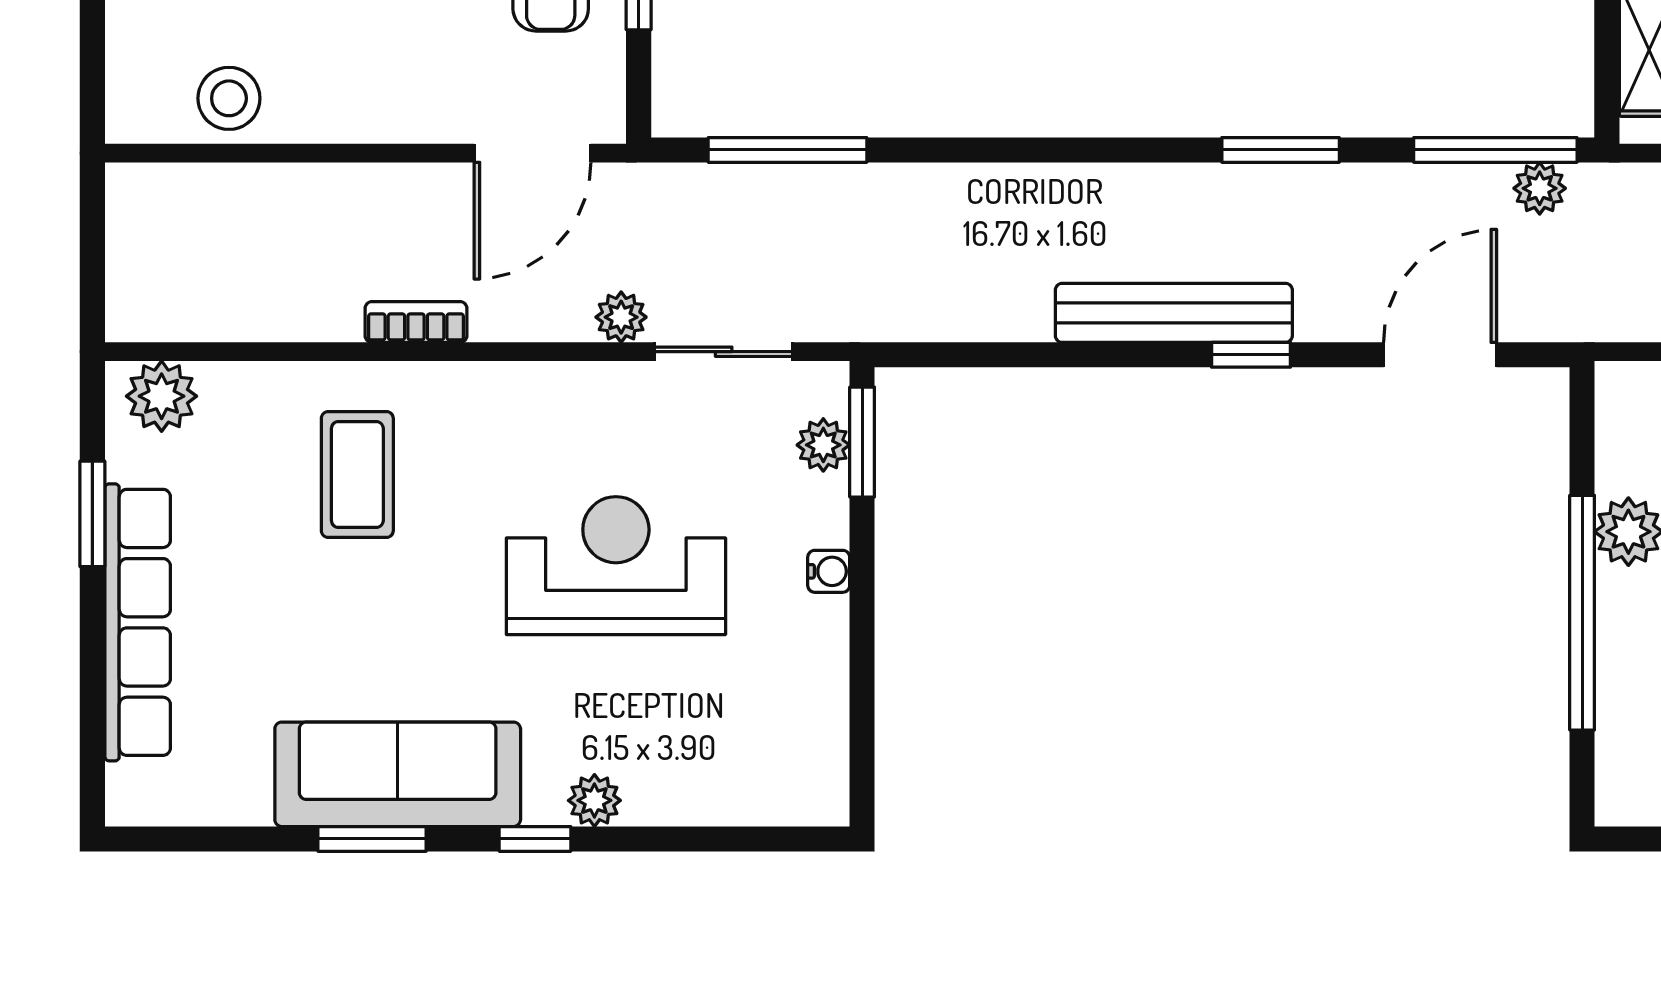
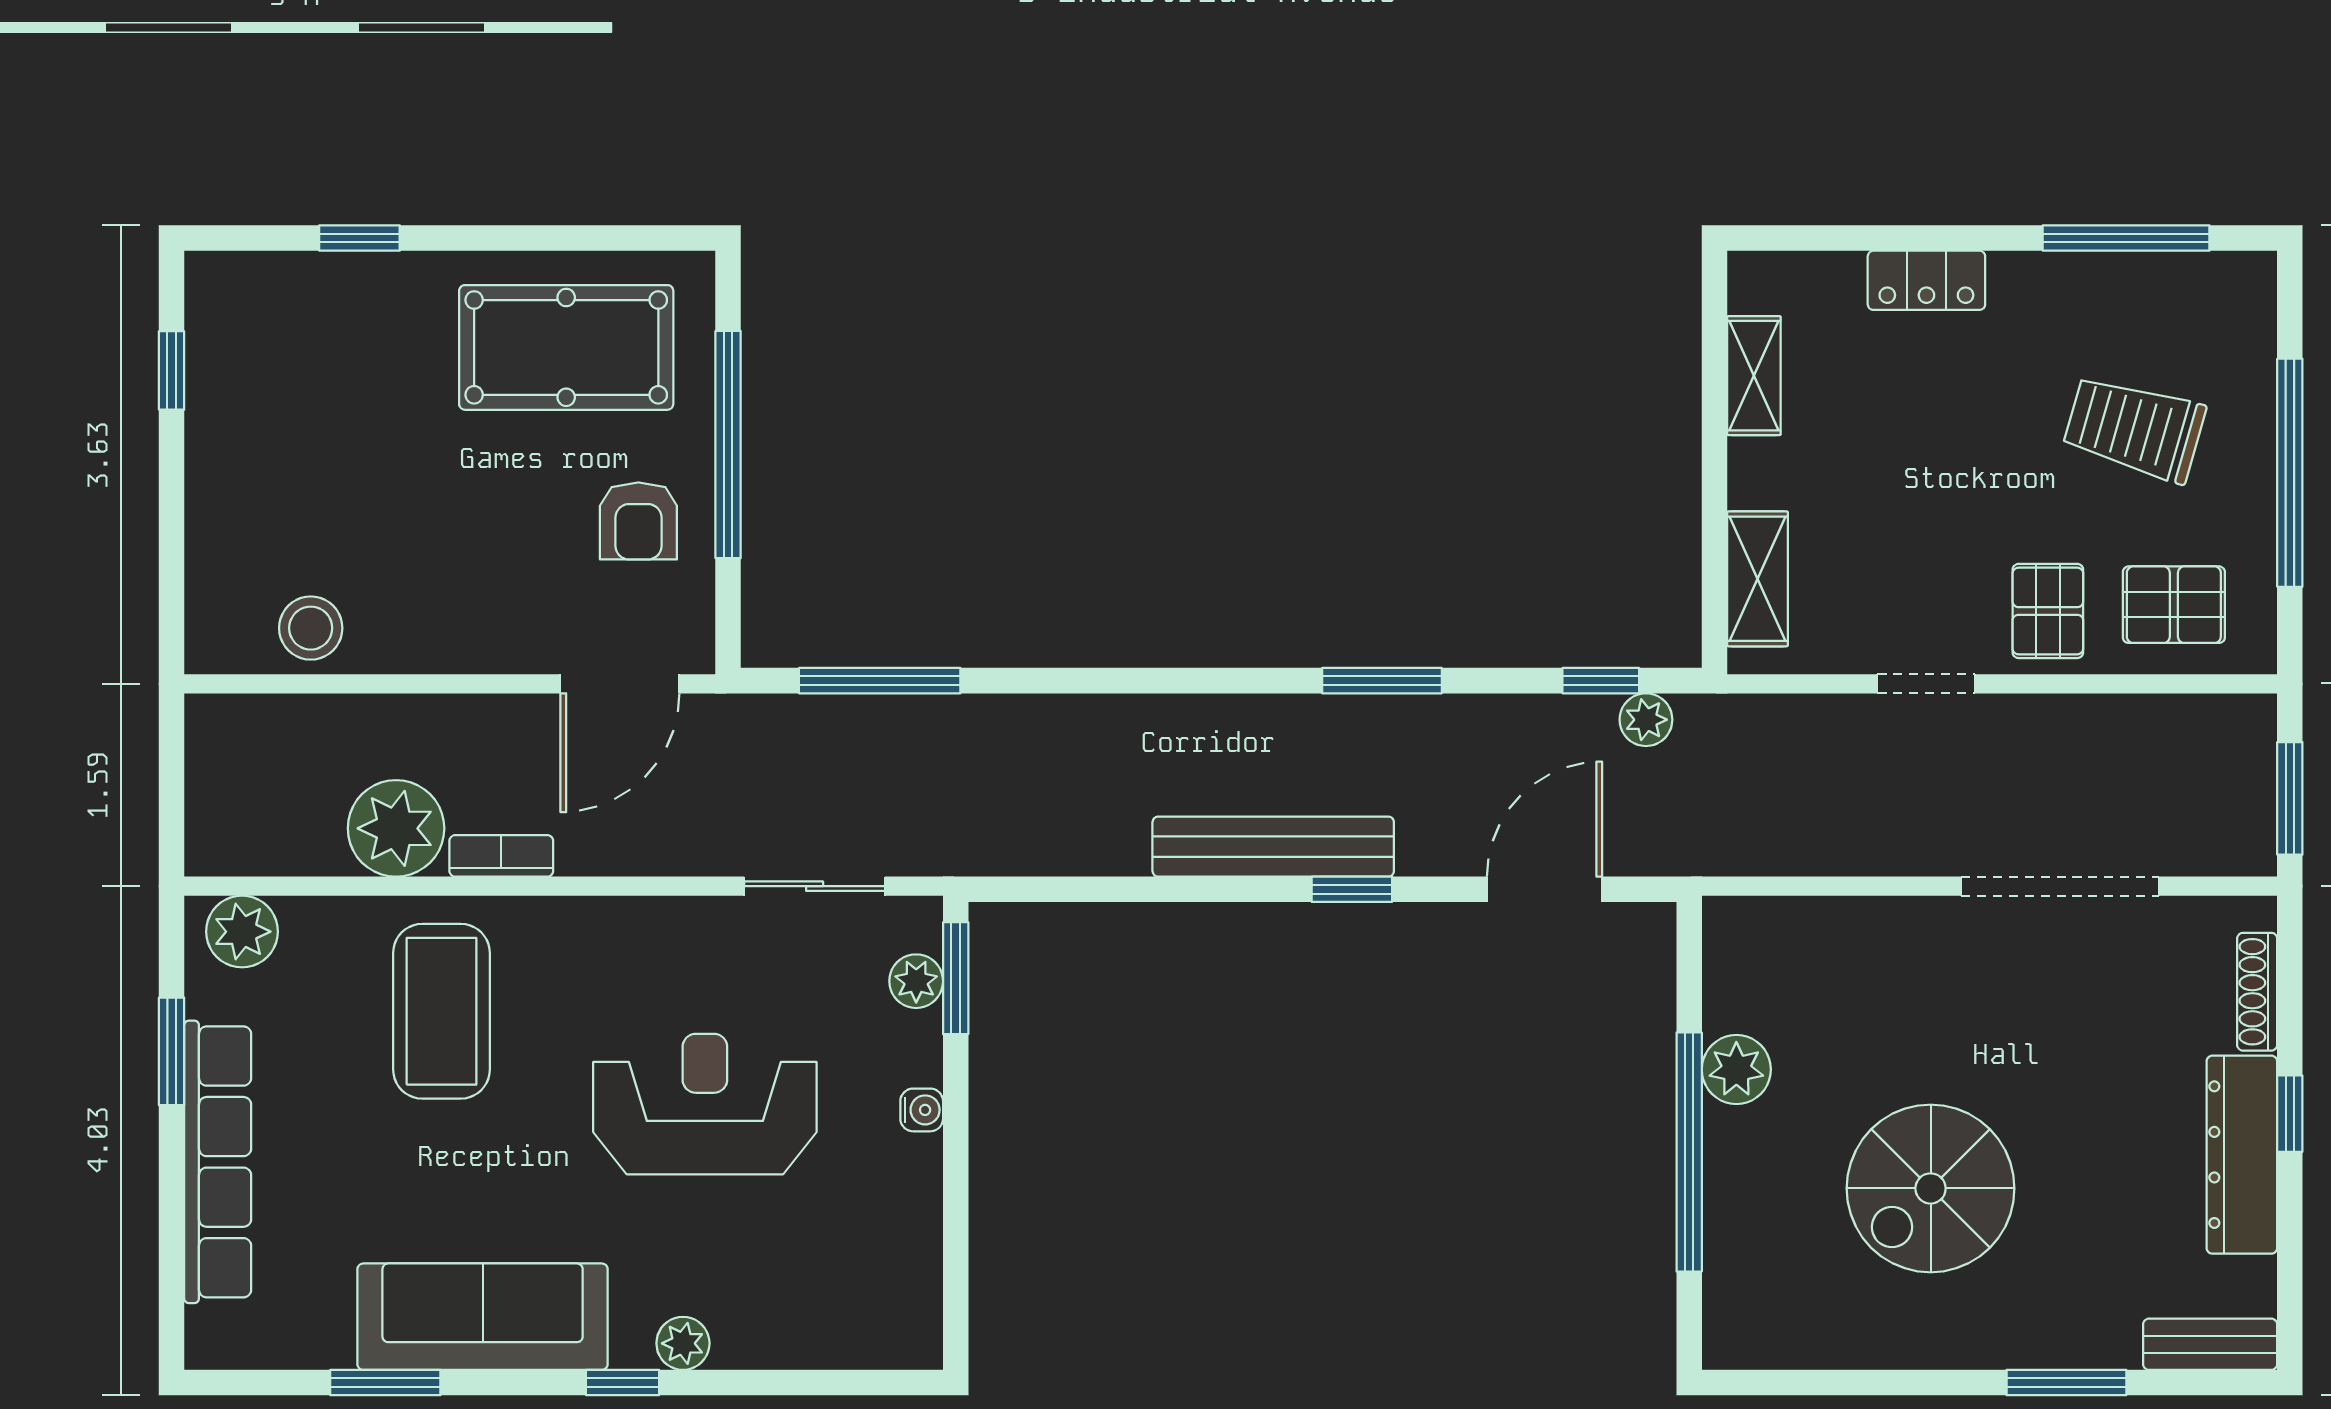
window: (1495, 150) -> (1601, 681), width x0.46
plant: (621, 317) -> (396, 828), moved, width x1.88, depth x1.88
coffee table: (357, 474) -> (441, 1011), width x1.36, depth x1.32
window: (372, 839) -> (385, 1383), moved

